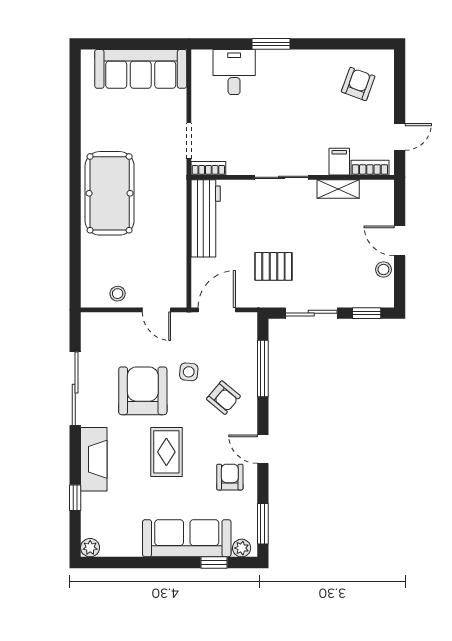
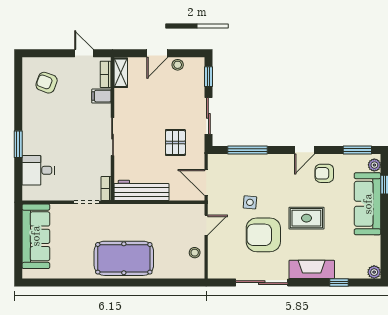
shelving: (338, 189) -> (121, 73), moved
armchair: (223, 398) -> (268, 178), removed

